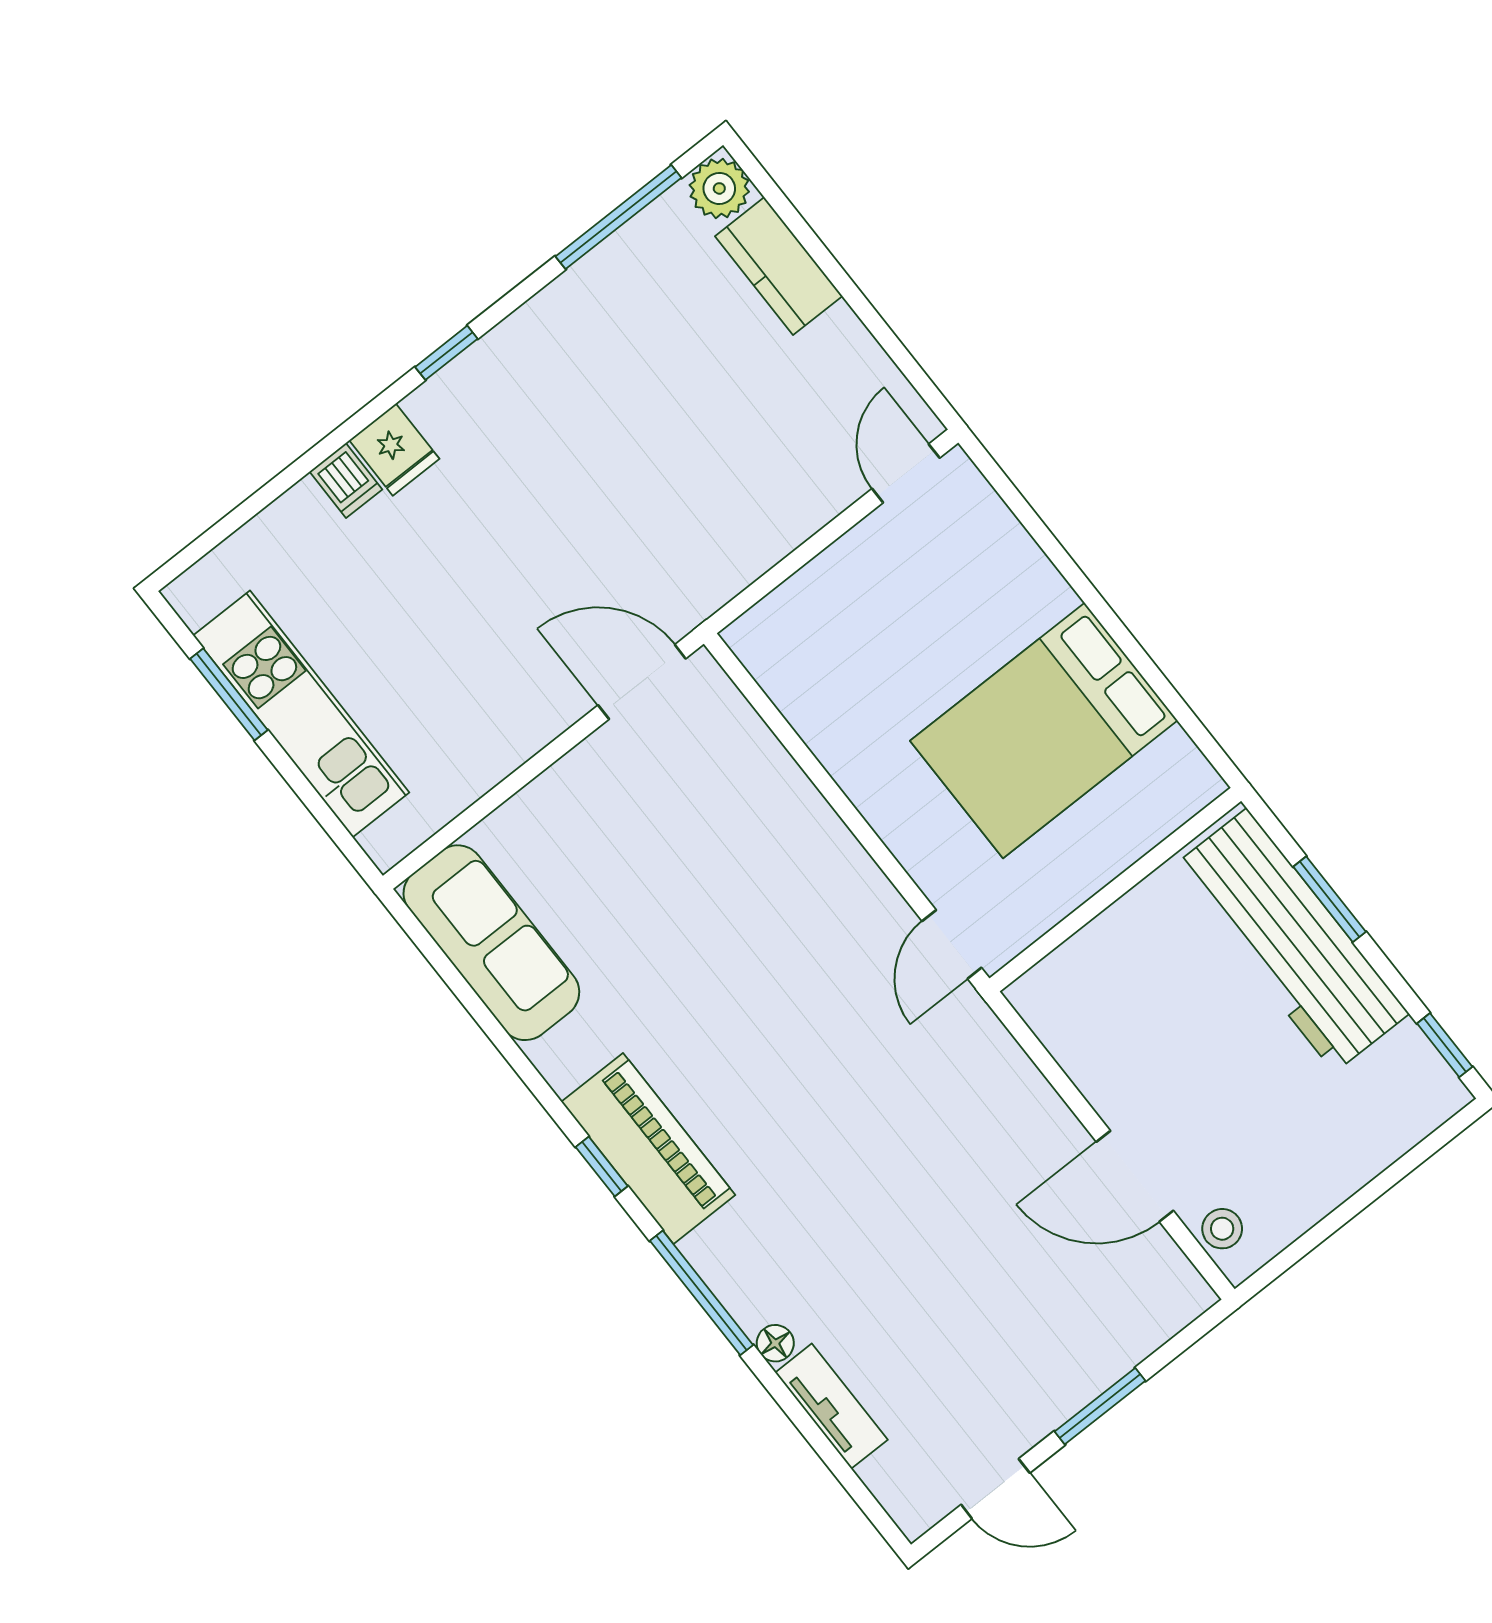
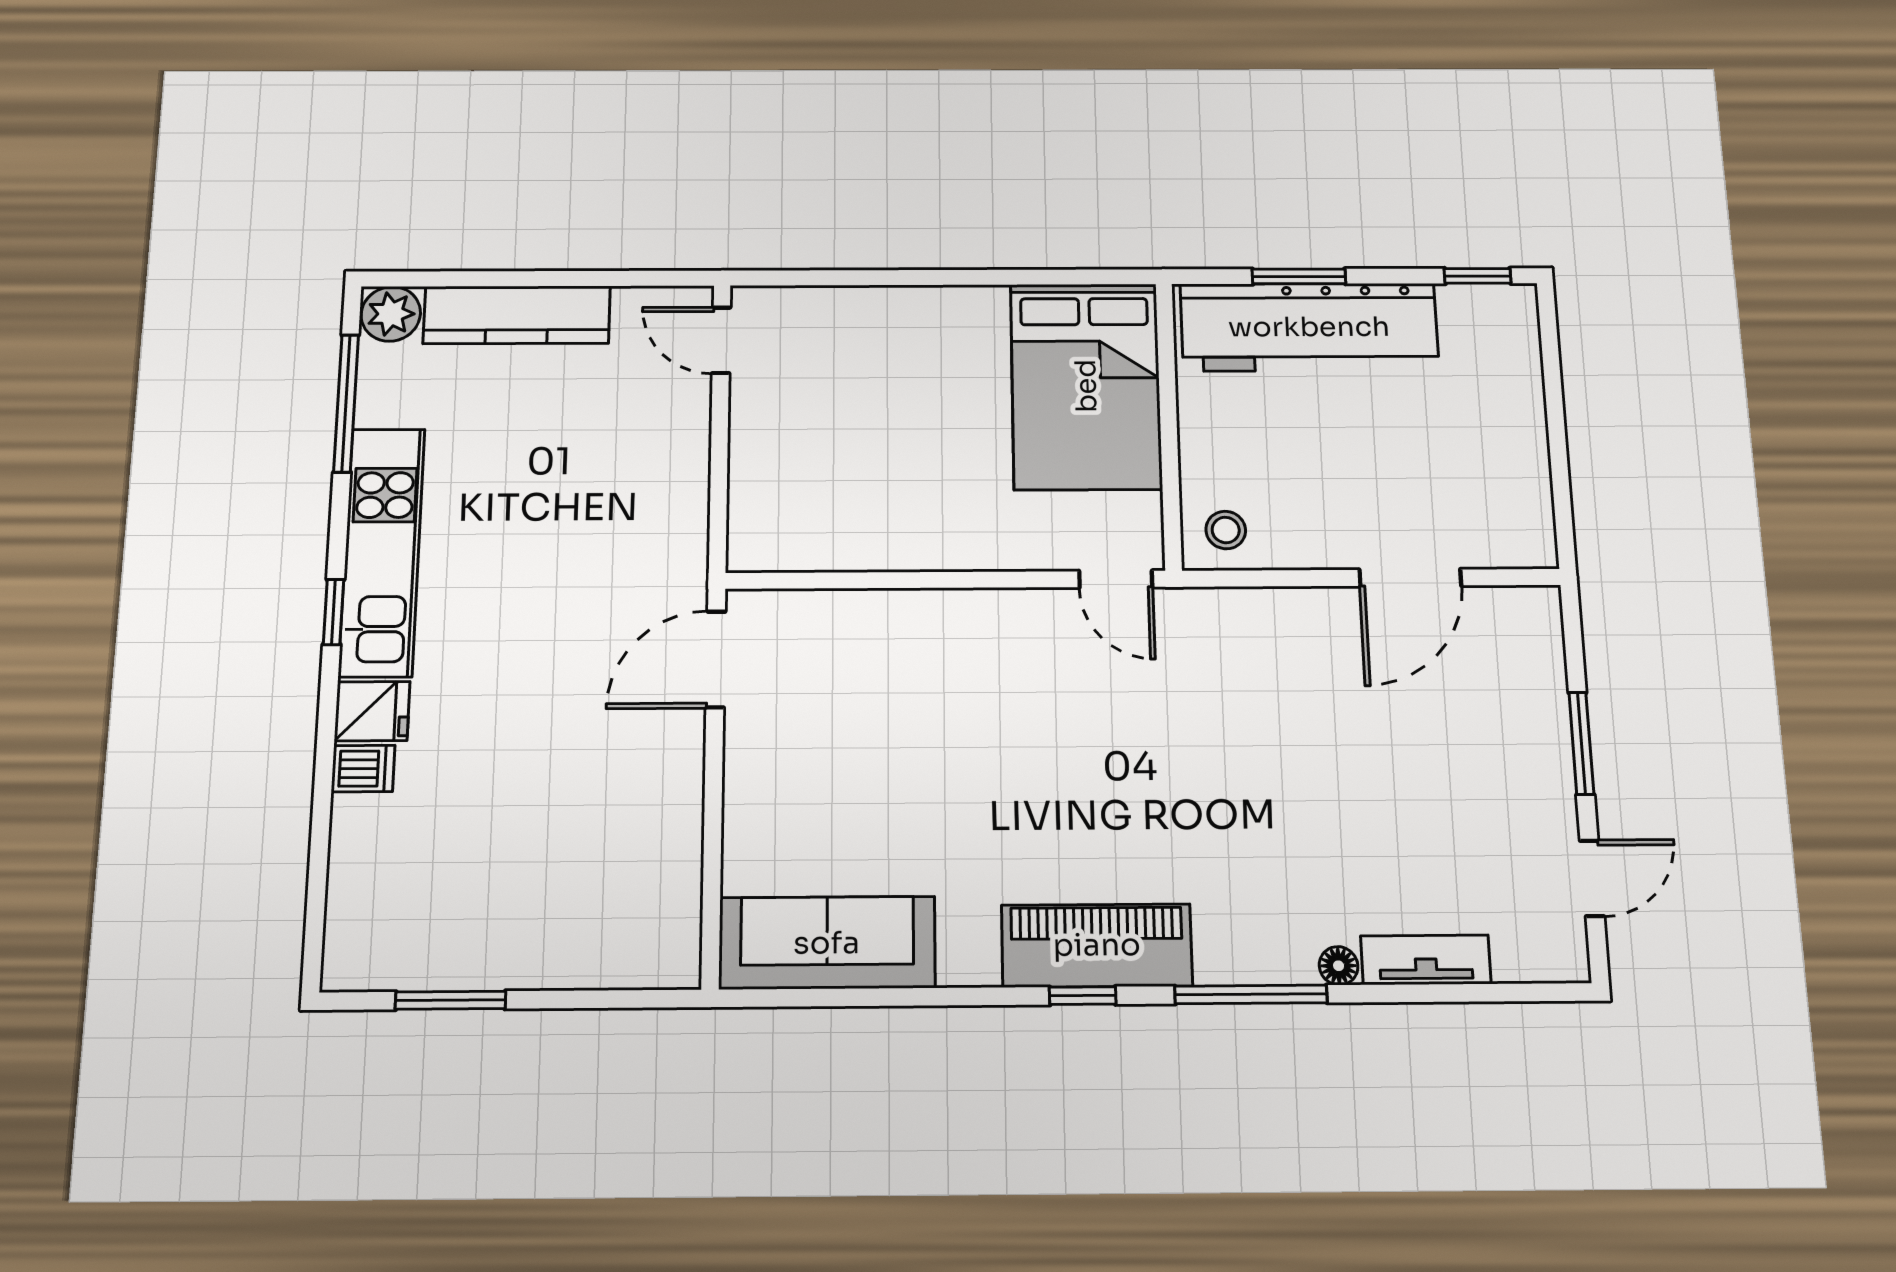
kitchen counter: (779, 266) -> (517, 315), width x1.50
kitchen unit: (301, 714) -> (382, 552), moved, turned 90
bed: (1044, 730) -> (1086, 386), moved
stool: (1222, 1229) -> (1226, 530), moved

